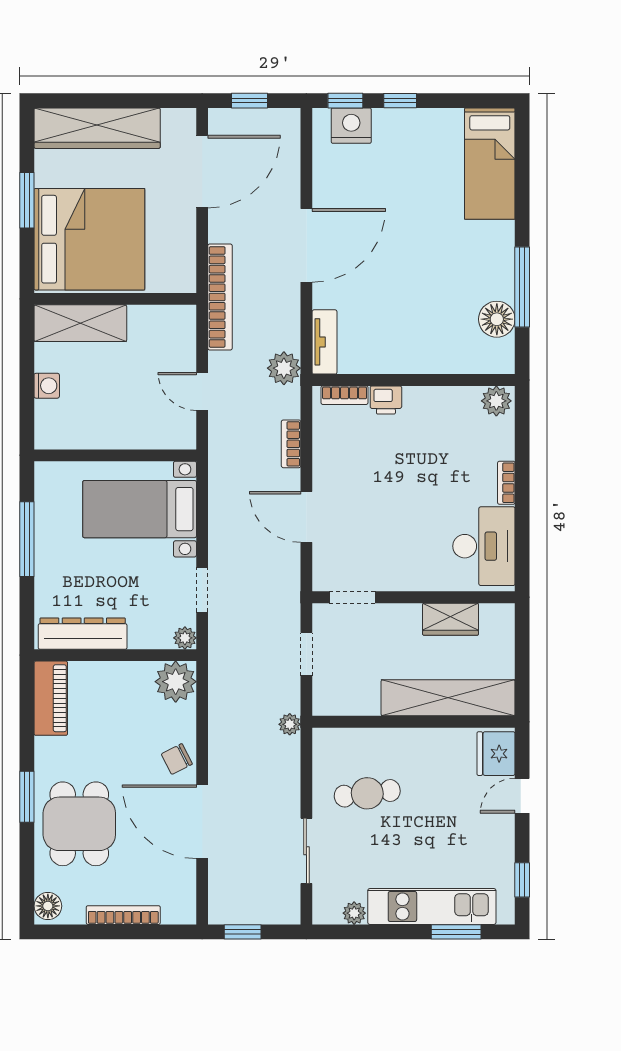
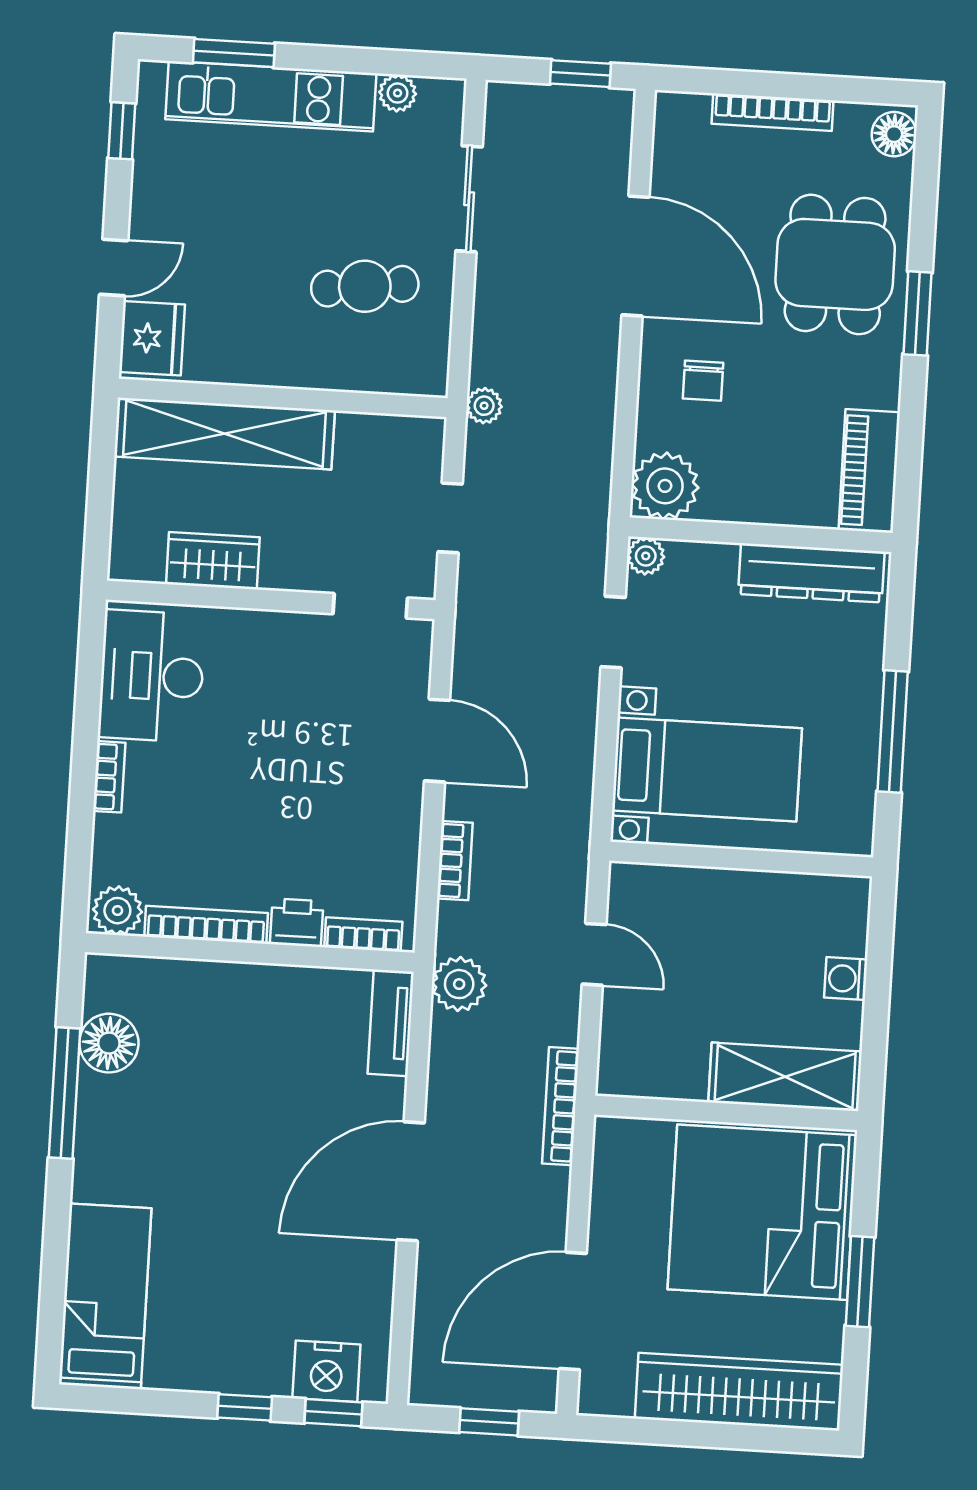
bookcase: (220, 297) -> (561, 1106), width x0.68, depth x0.76
bookcase: (441, 395) -> (206, 925), added
chair: (177, 759) -> (703, 381), moved, turned 117

